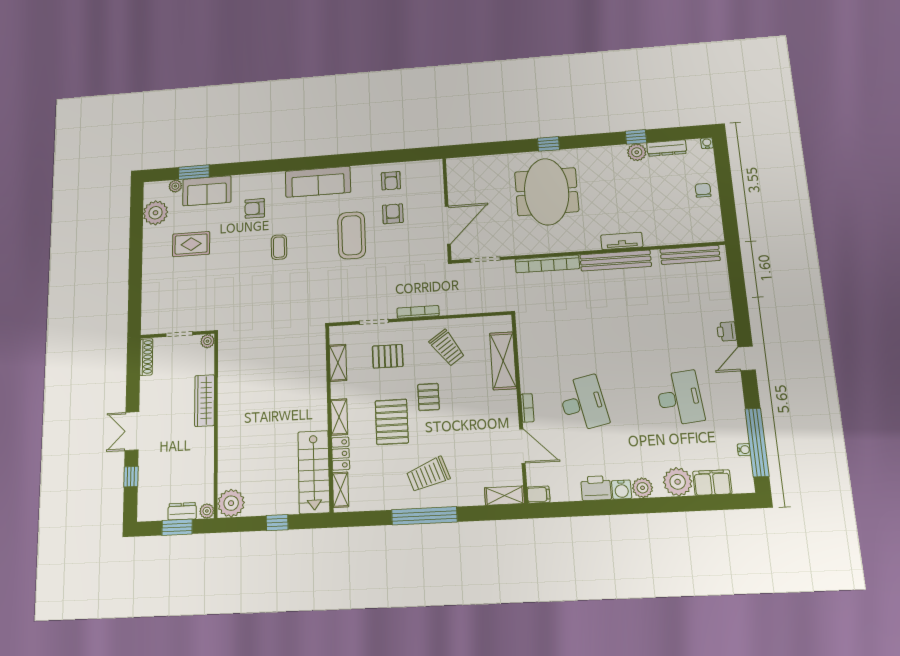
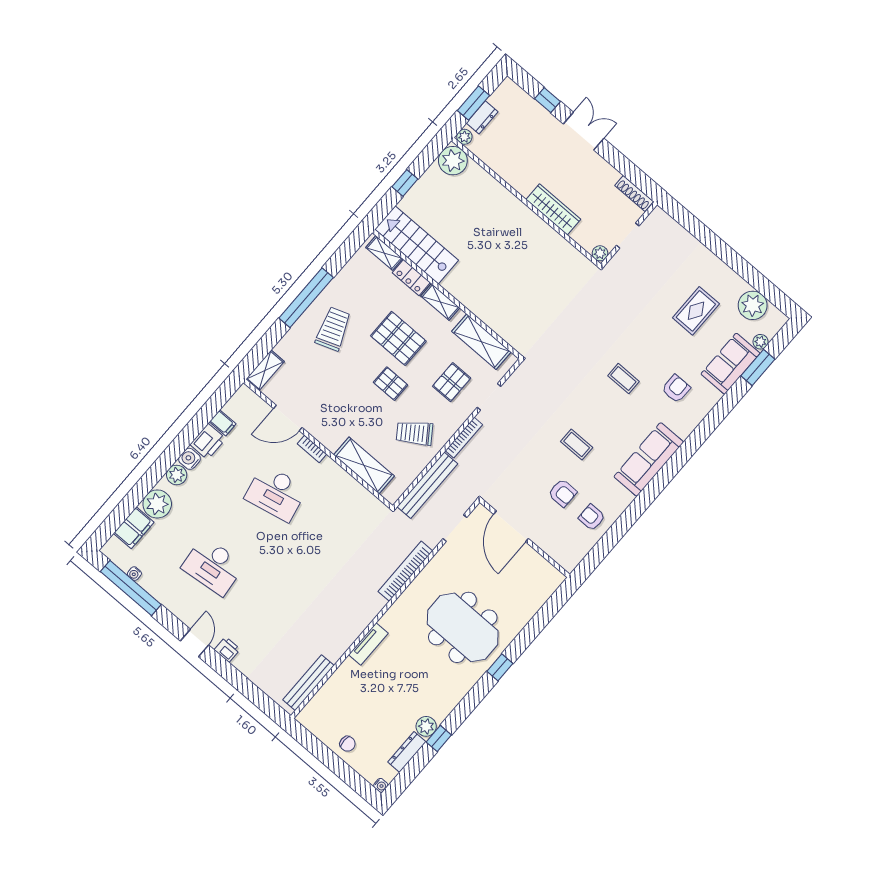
coffee table: (352, 235) -> (577, 444), width x0.54, depth x0.58
bench: (616, 261) -> (427, 485), moved
shelving: (338, 363) -> (481, 342), width x1.50, depth x1.33
filing cabinet: (539, 495) -> (223, 423), moved, turned -90

